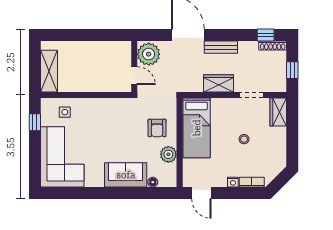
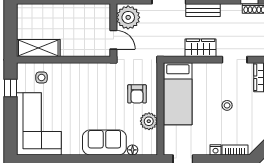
shelving: (49, 71) -> (38, 48), moved, turned 90

